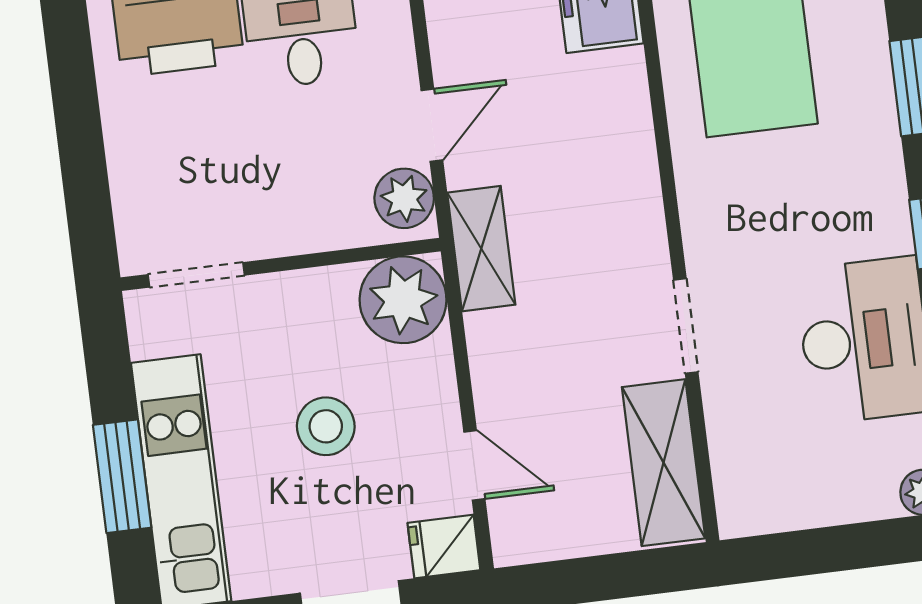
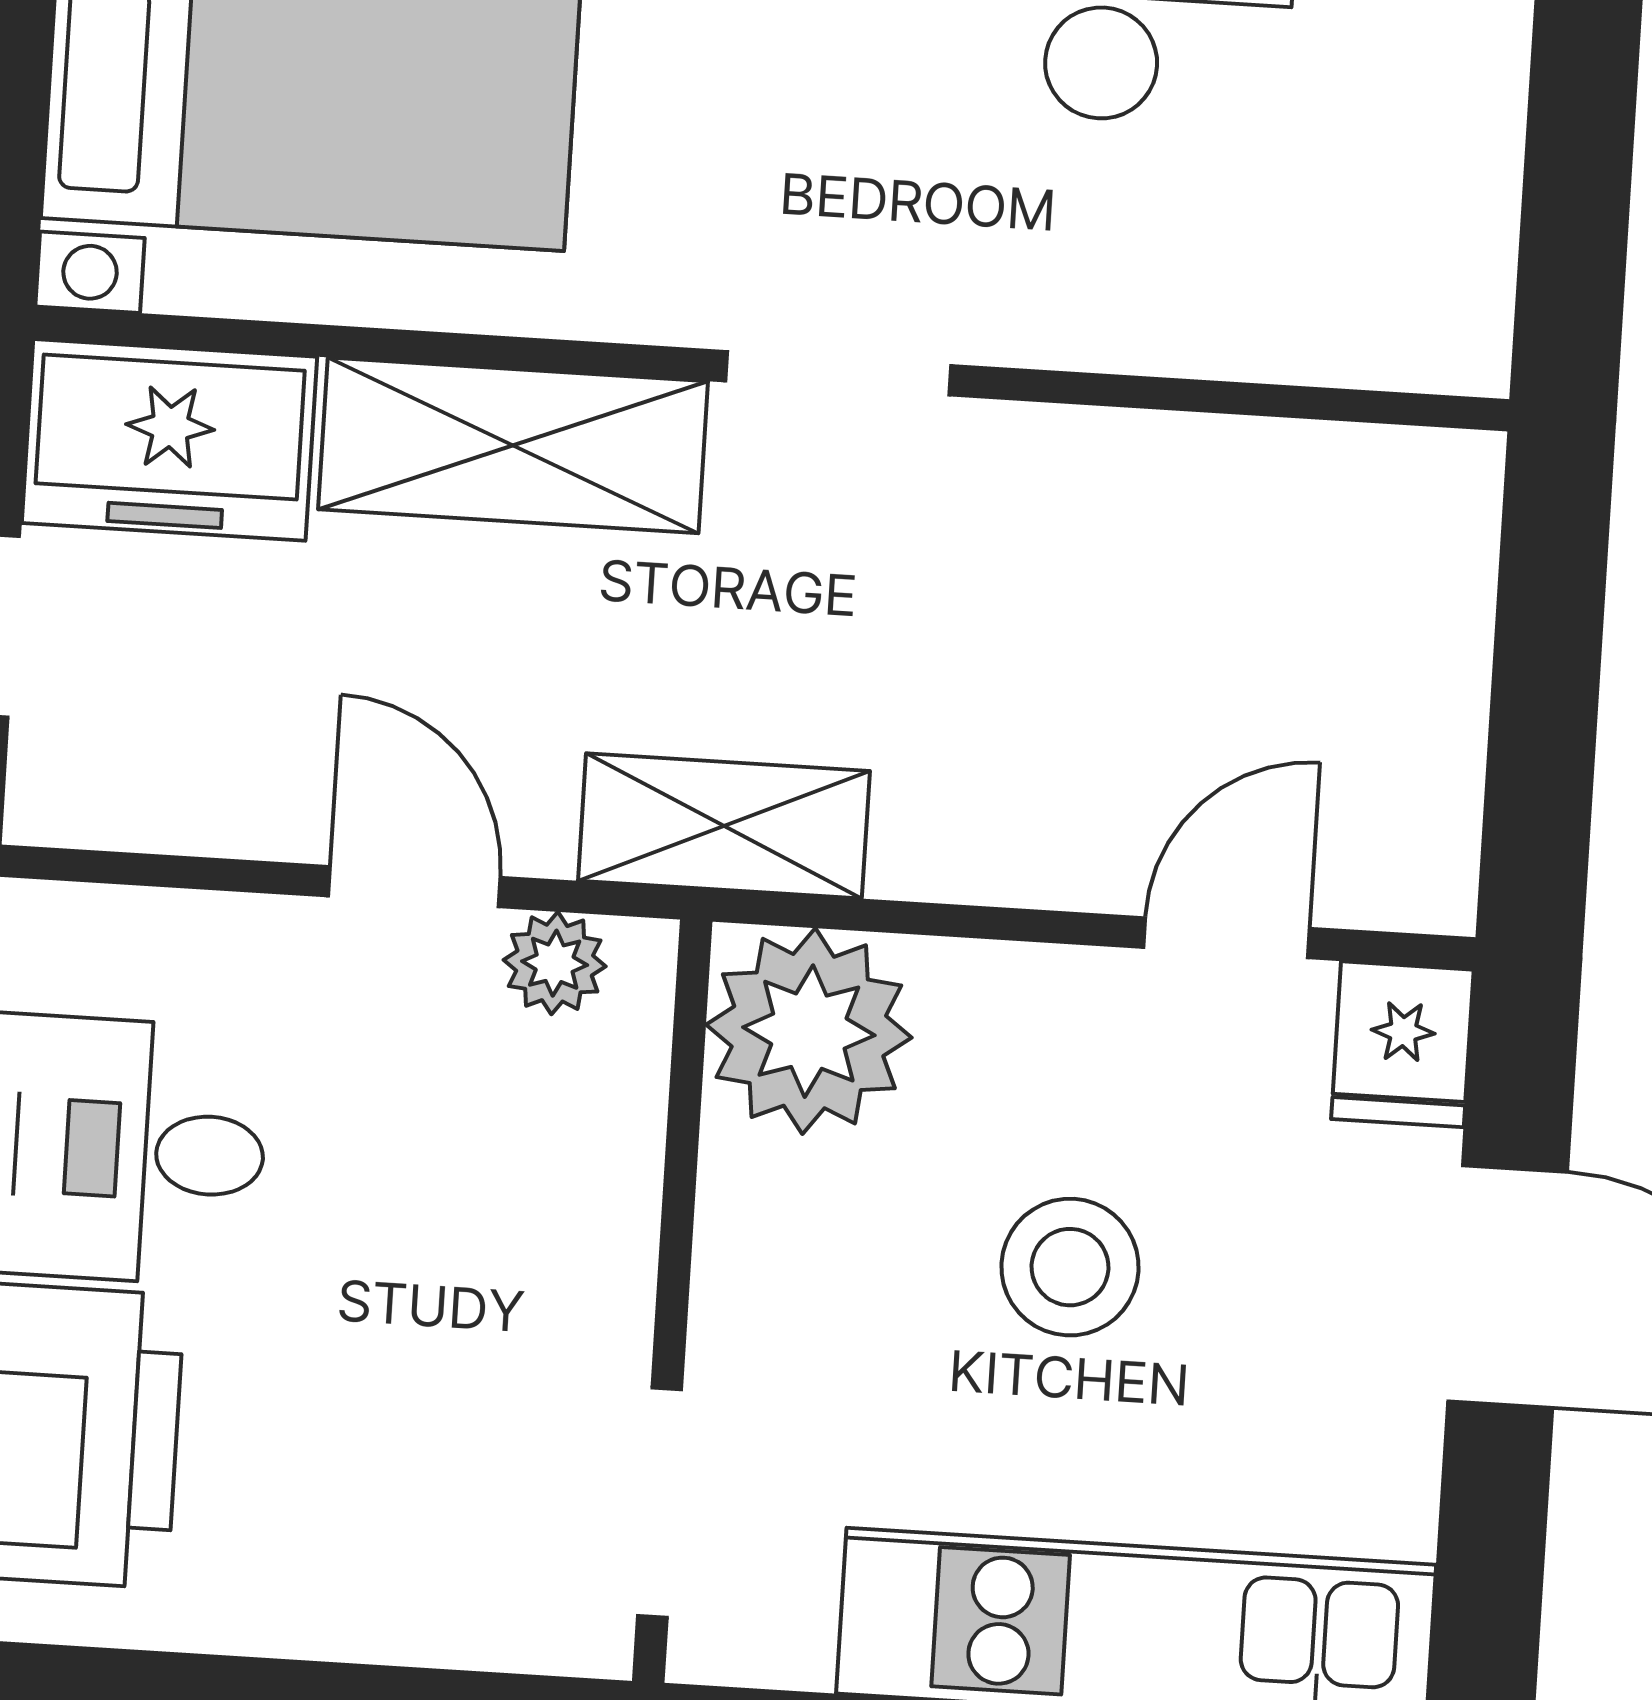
plant: (404, 198) -> (555, 963), width x0.73, depth x0.73
doorway: (686, 326) -> (838, 373), moved
shelving: (664, 463) -> (513, 445), moved

